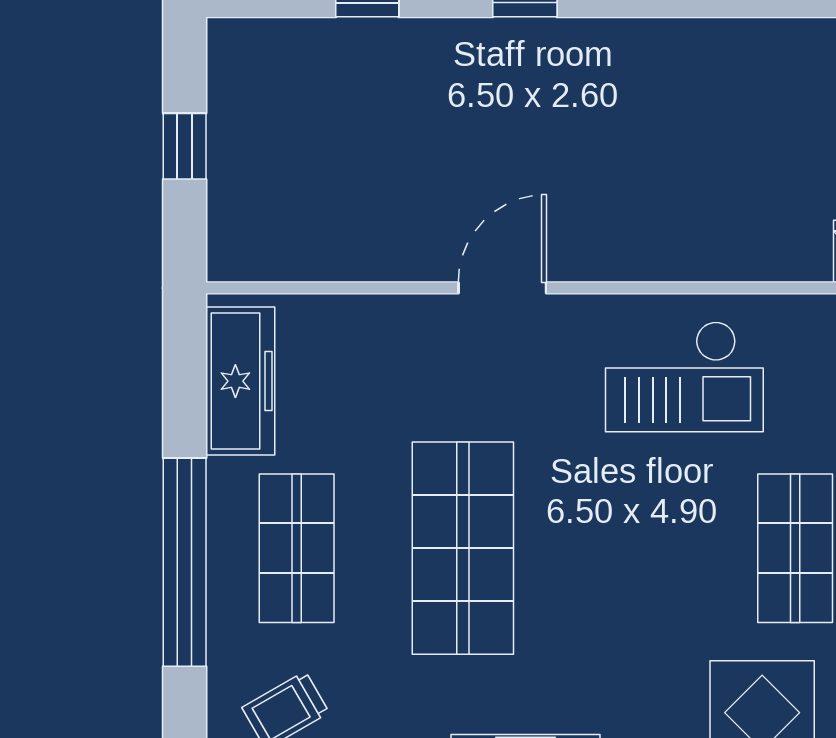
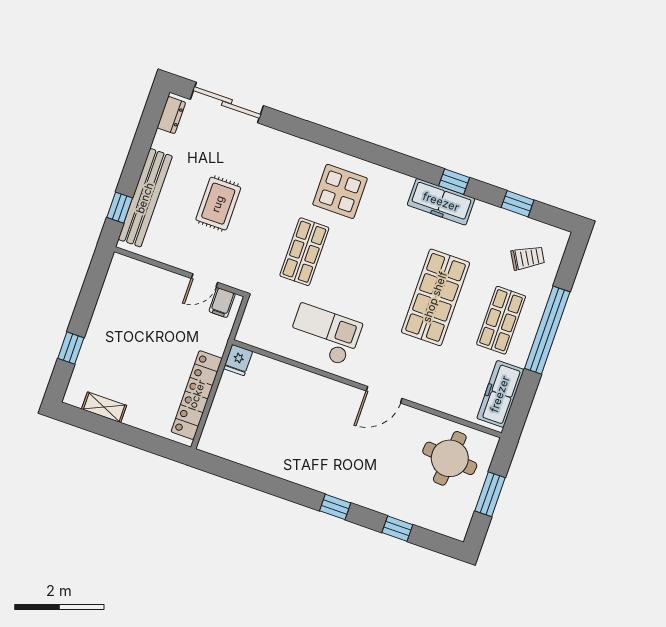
window: (185, 146) -> (490, 494), width x1.50
round table: (304, 196) -> (450, 458), added

